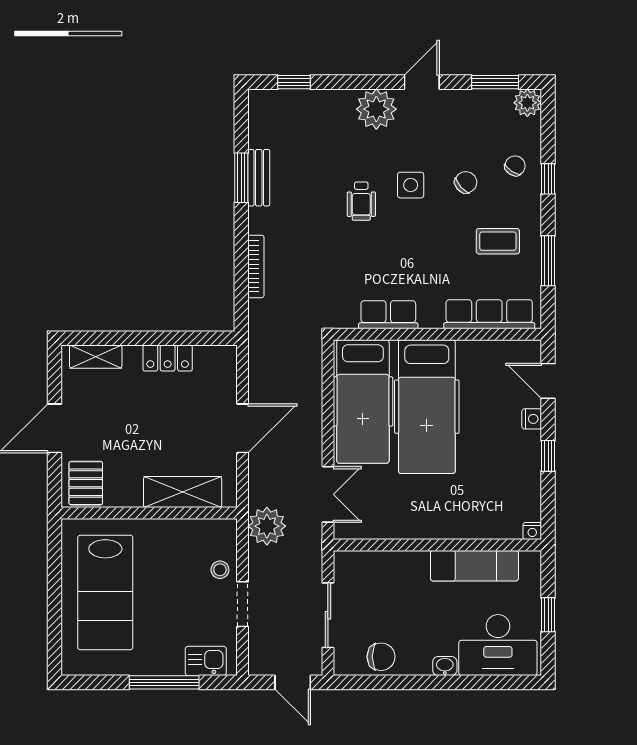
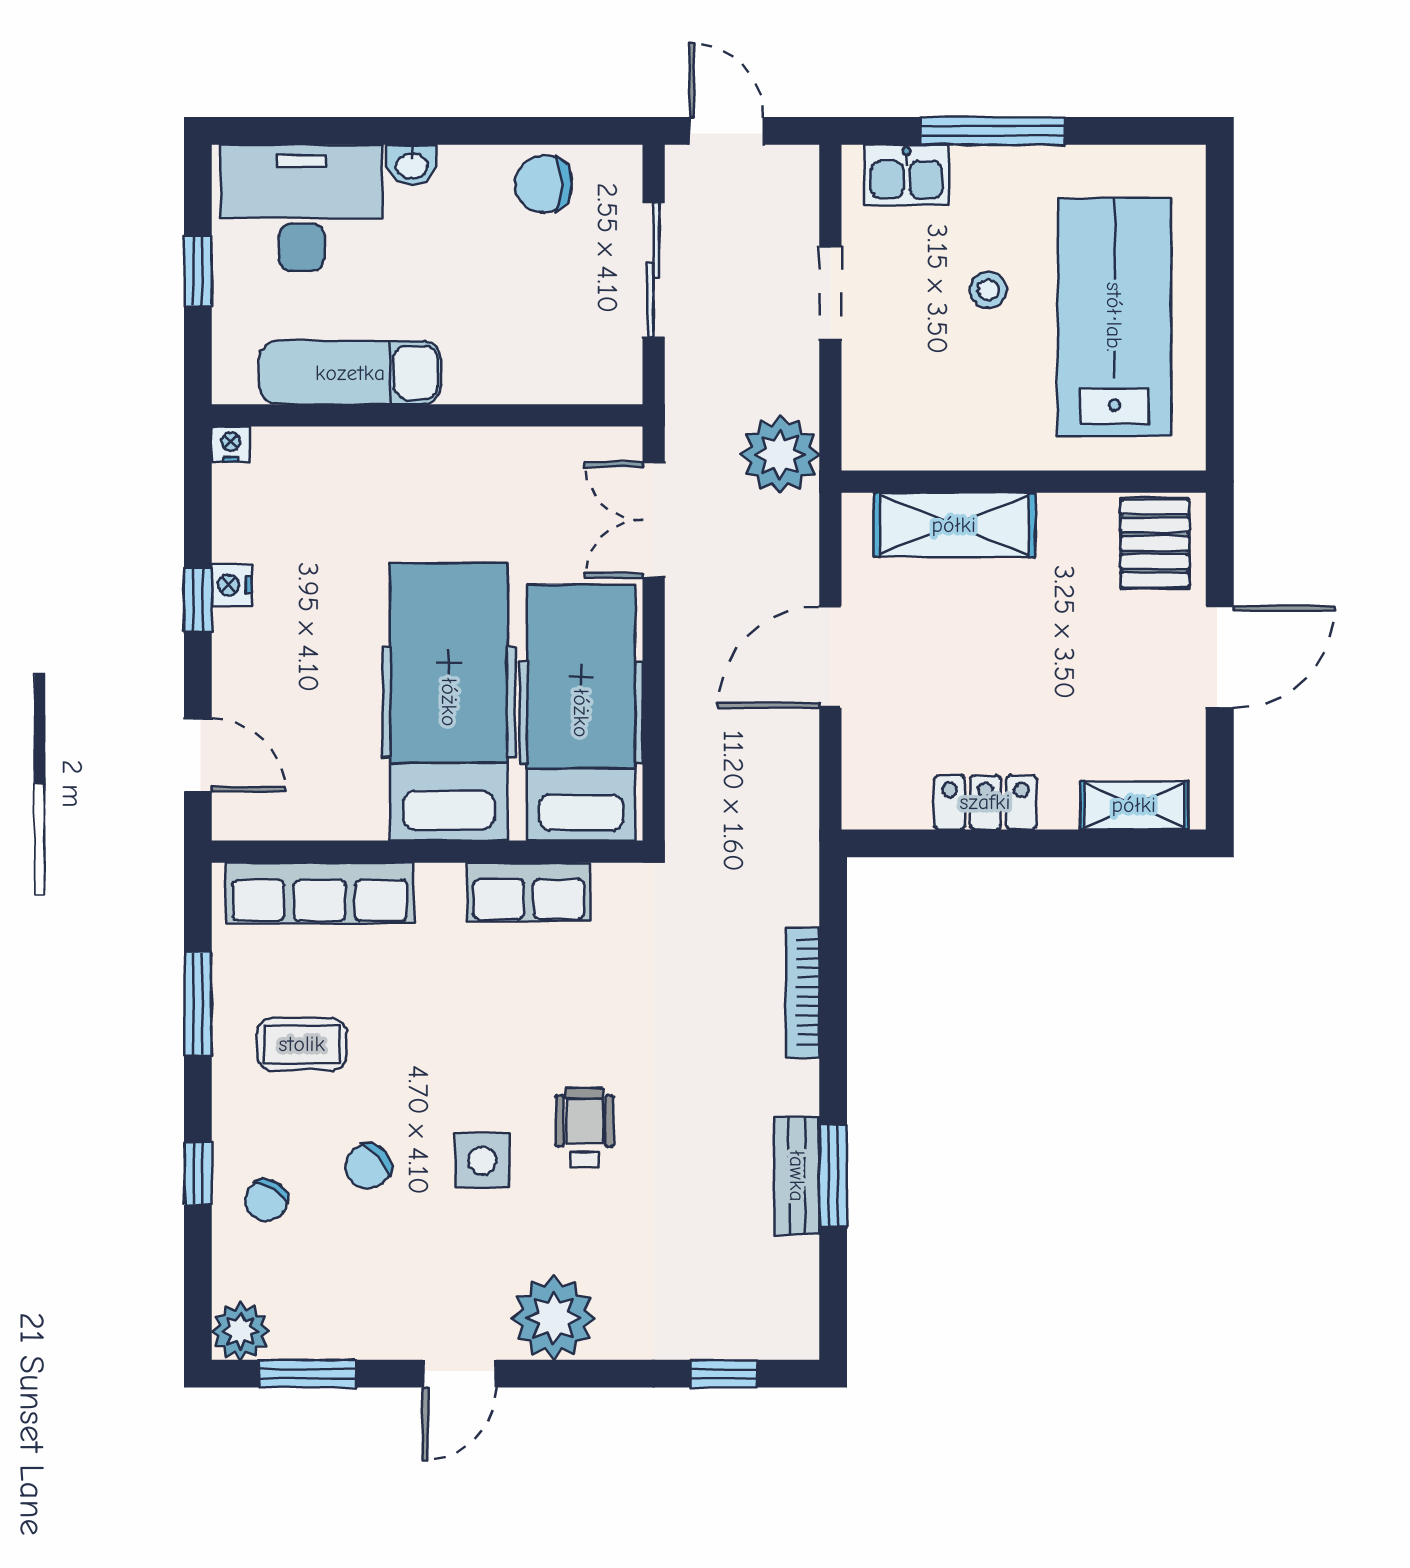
nightstand: (532, 419) -> (232, 585), moved
stool: (220, 570) -> (988, 290), moved

